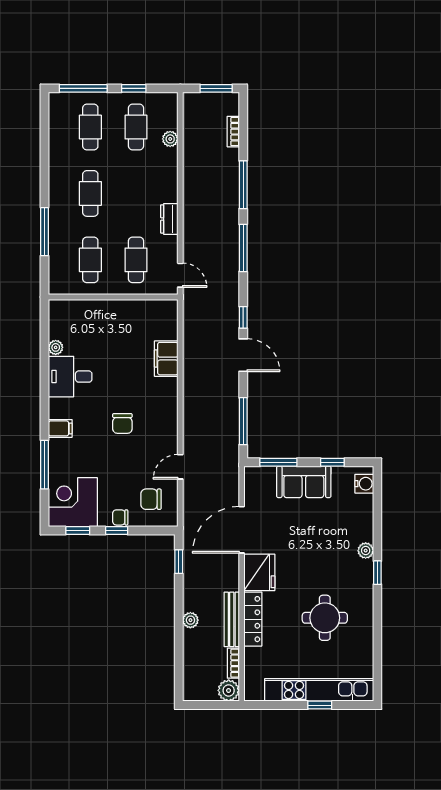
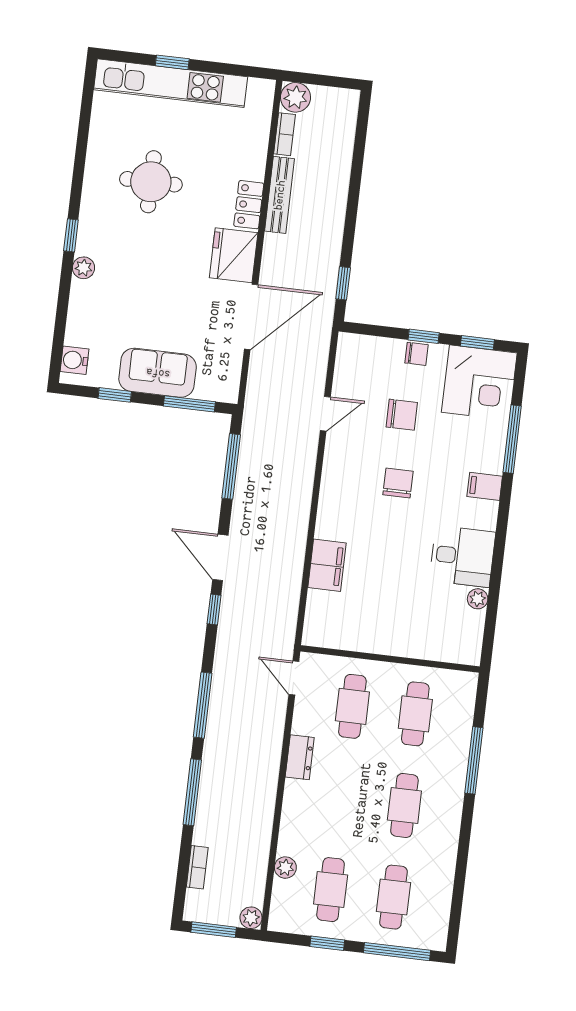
chair: (151, 499) -> (402, 415), moved
locker: (253, 619) -> (249, 205), width x0.66
plant: (190, 620) -> (251, 918), moved

